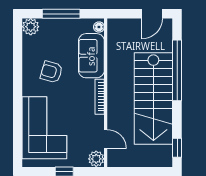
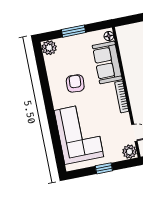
window: (61, 14) -> (74, 31), width x0.69
armchair: (51, 72) -> (75, 83), turned 77

